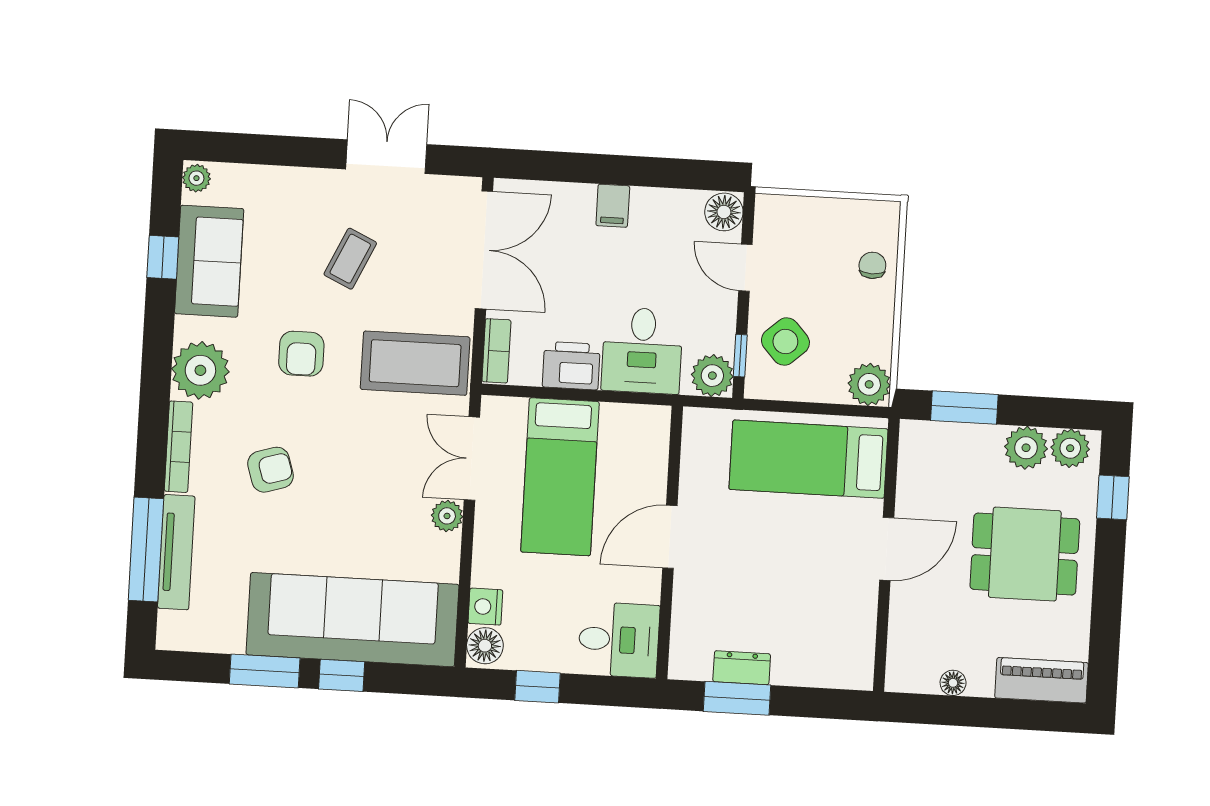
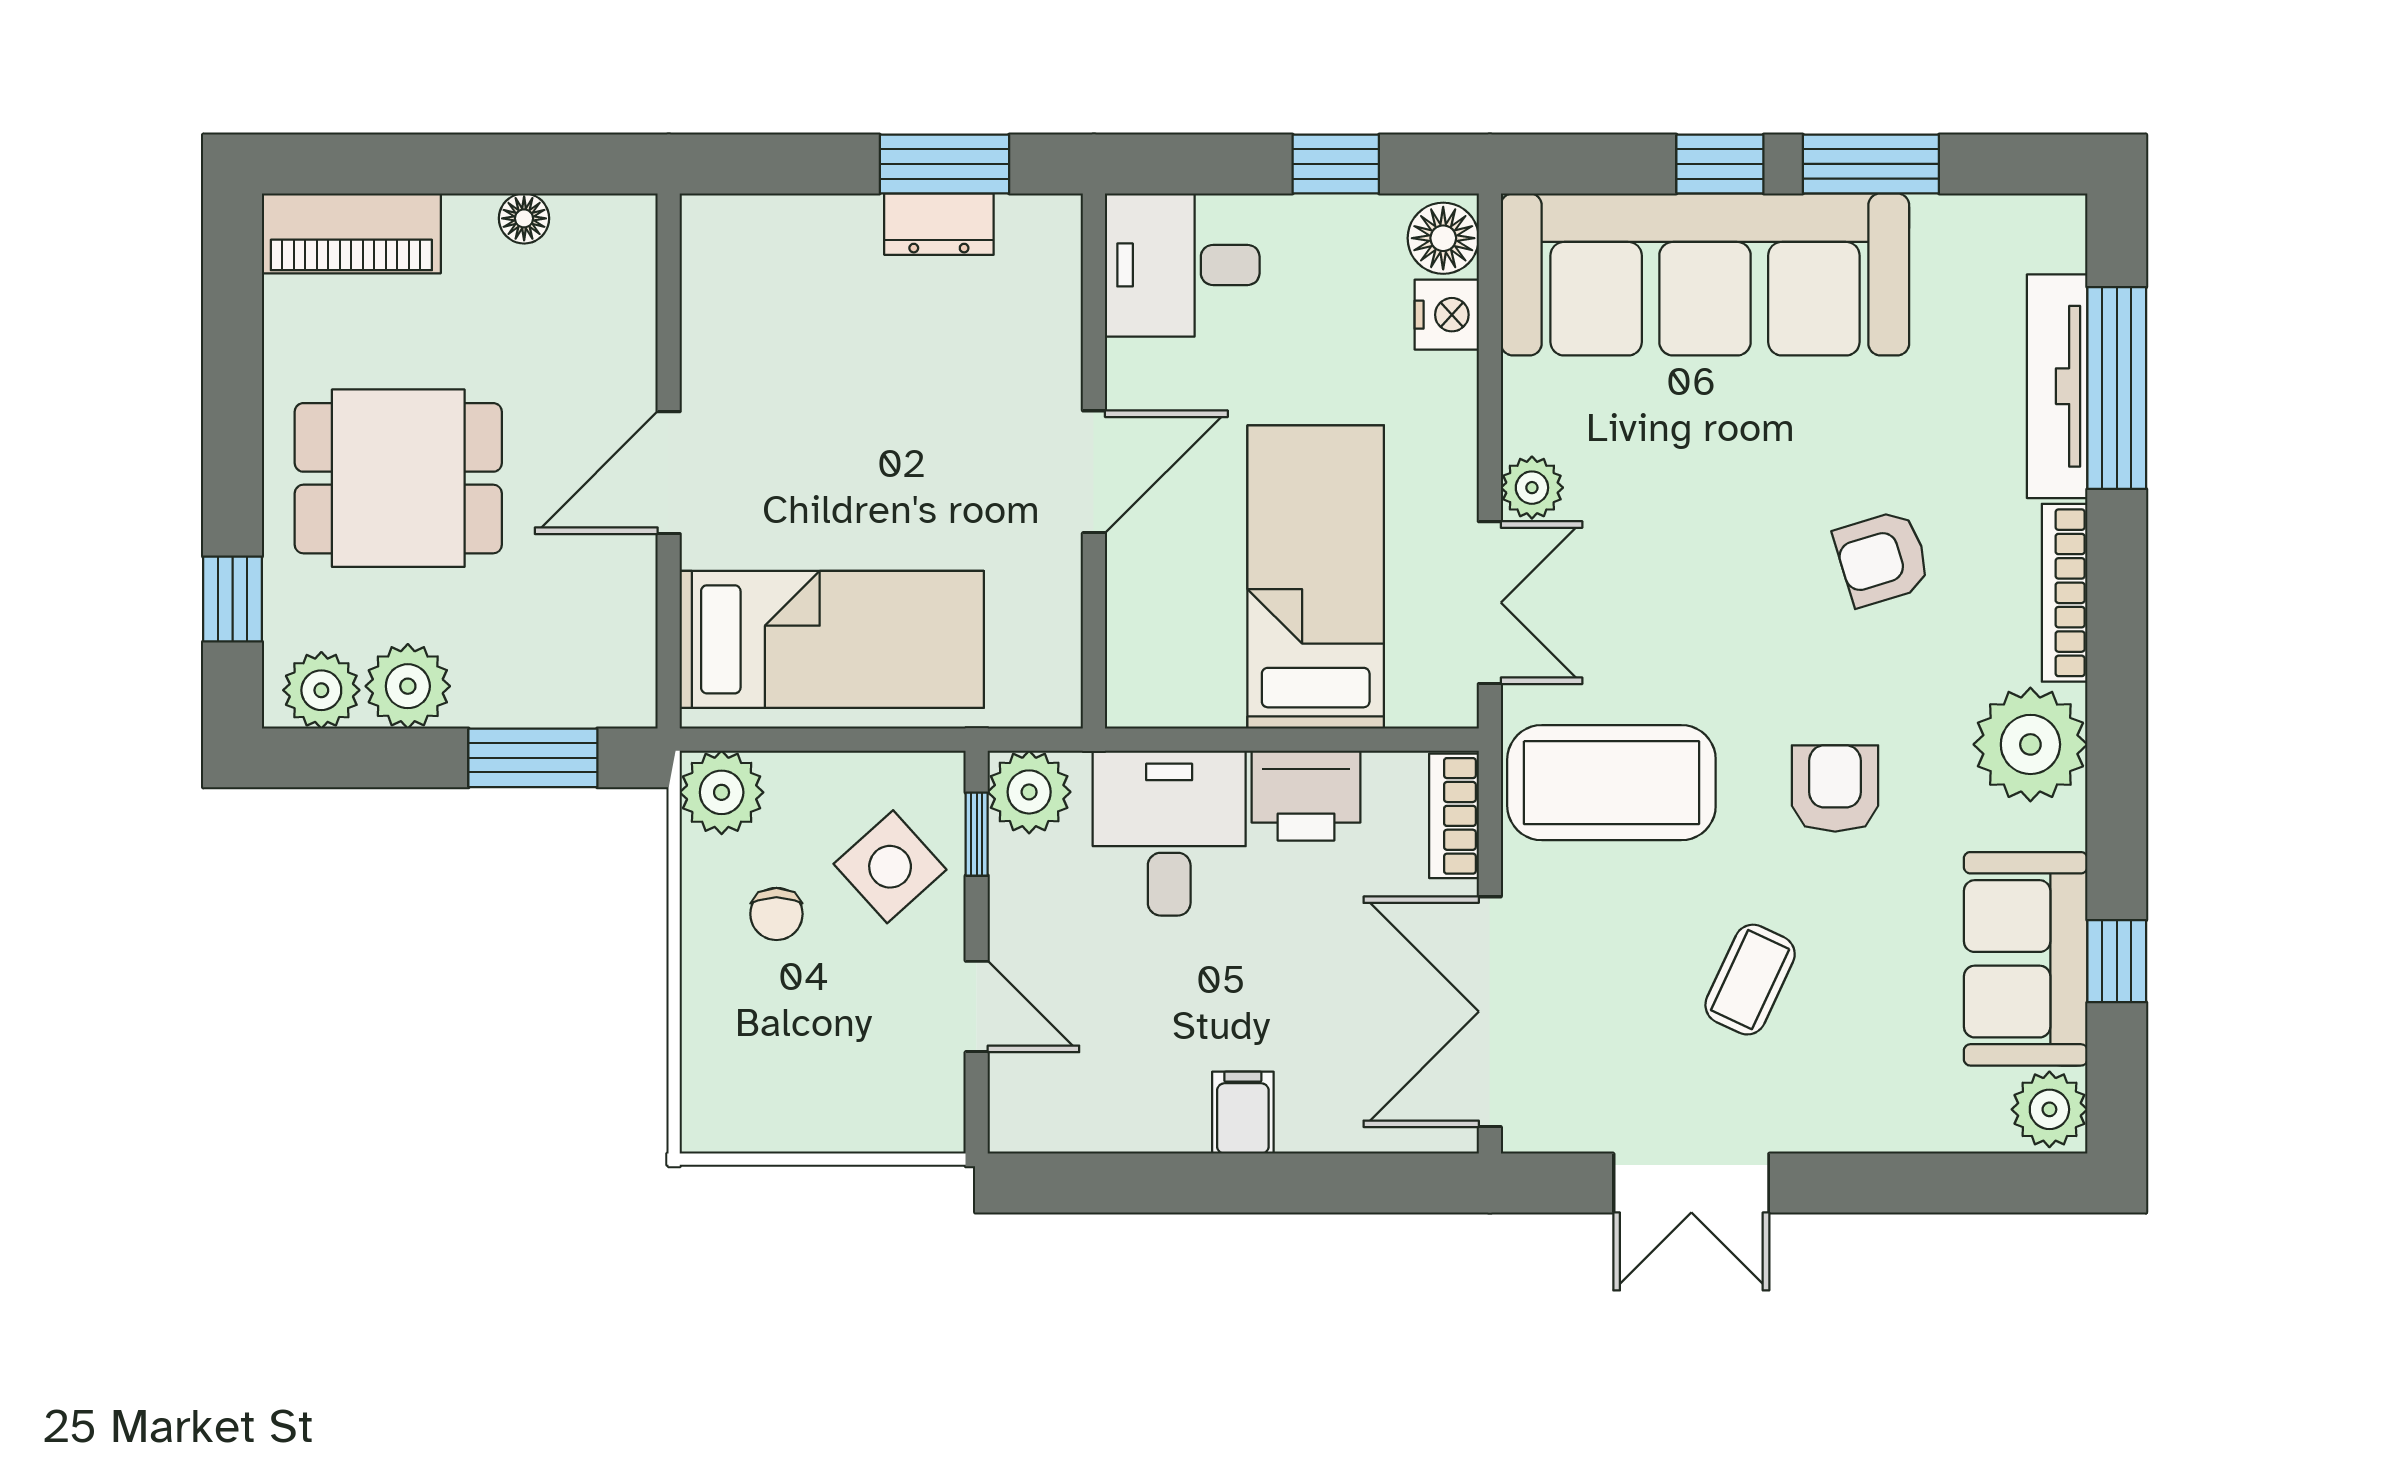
plant: (196, 178) -> (2049, 1109), width x1.38, depth x1.38
floor lamp: (724, 212) -> (1025, 1113), removed
chair: (872, 265) -> (776, 914), moved

